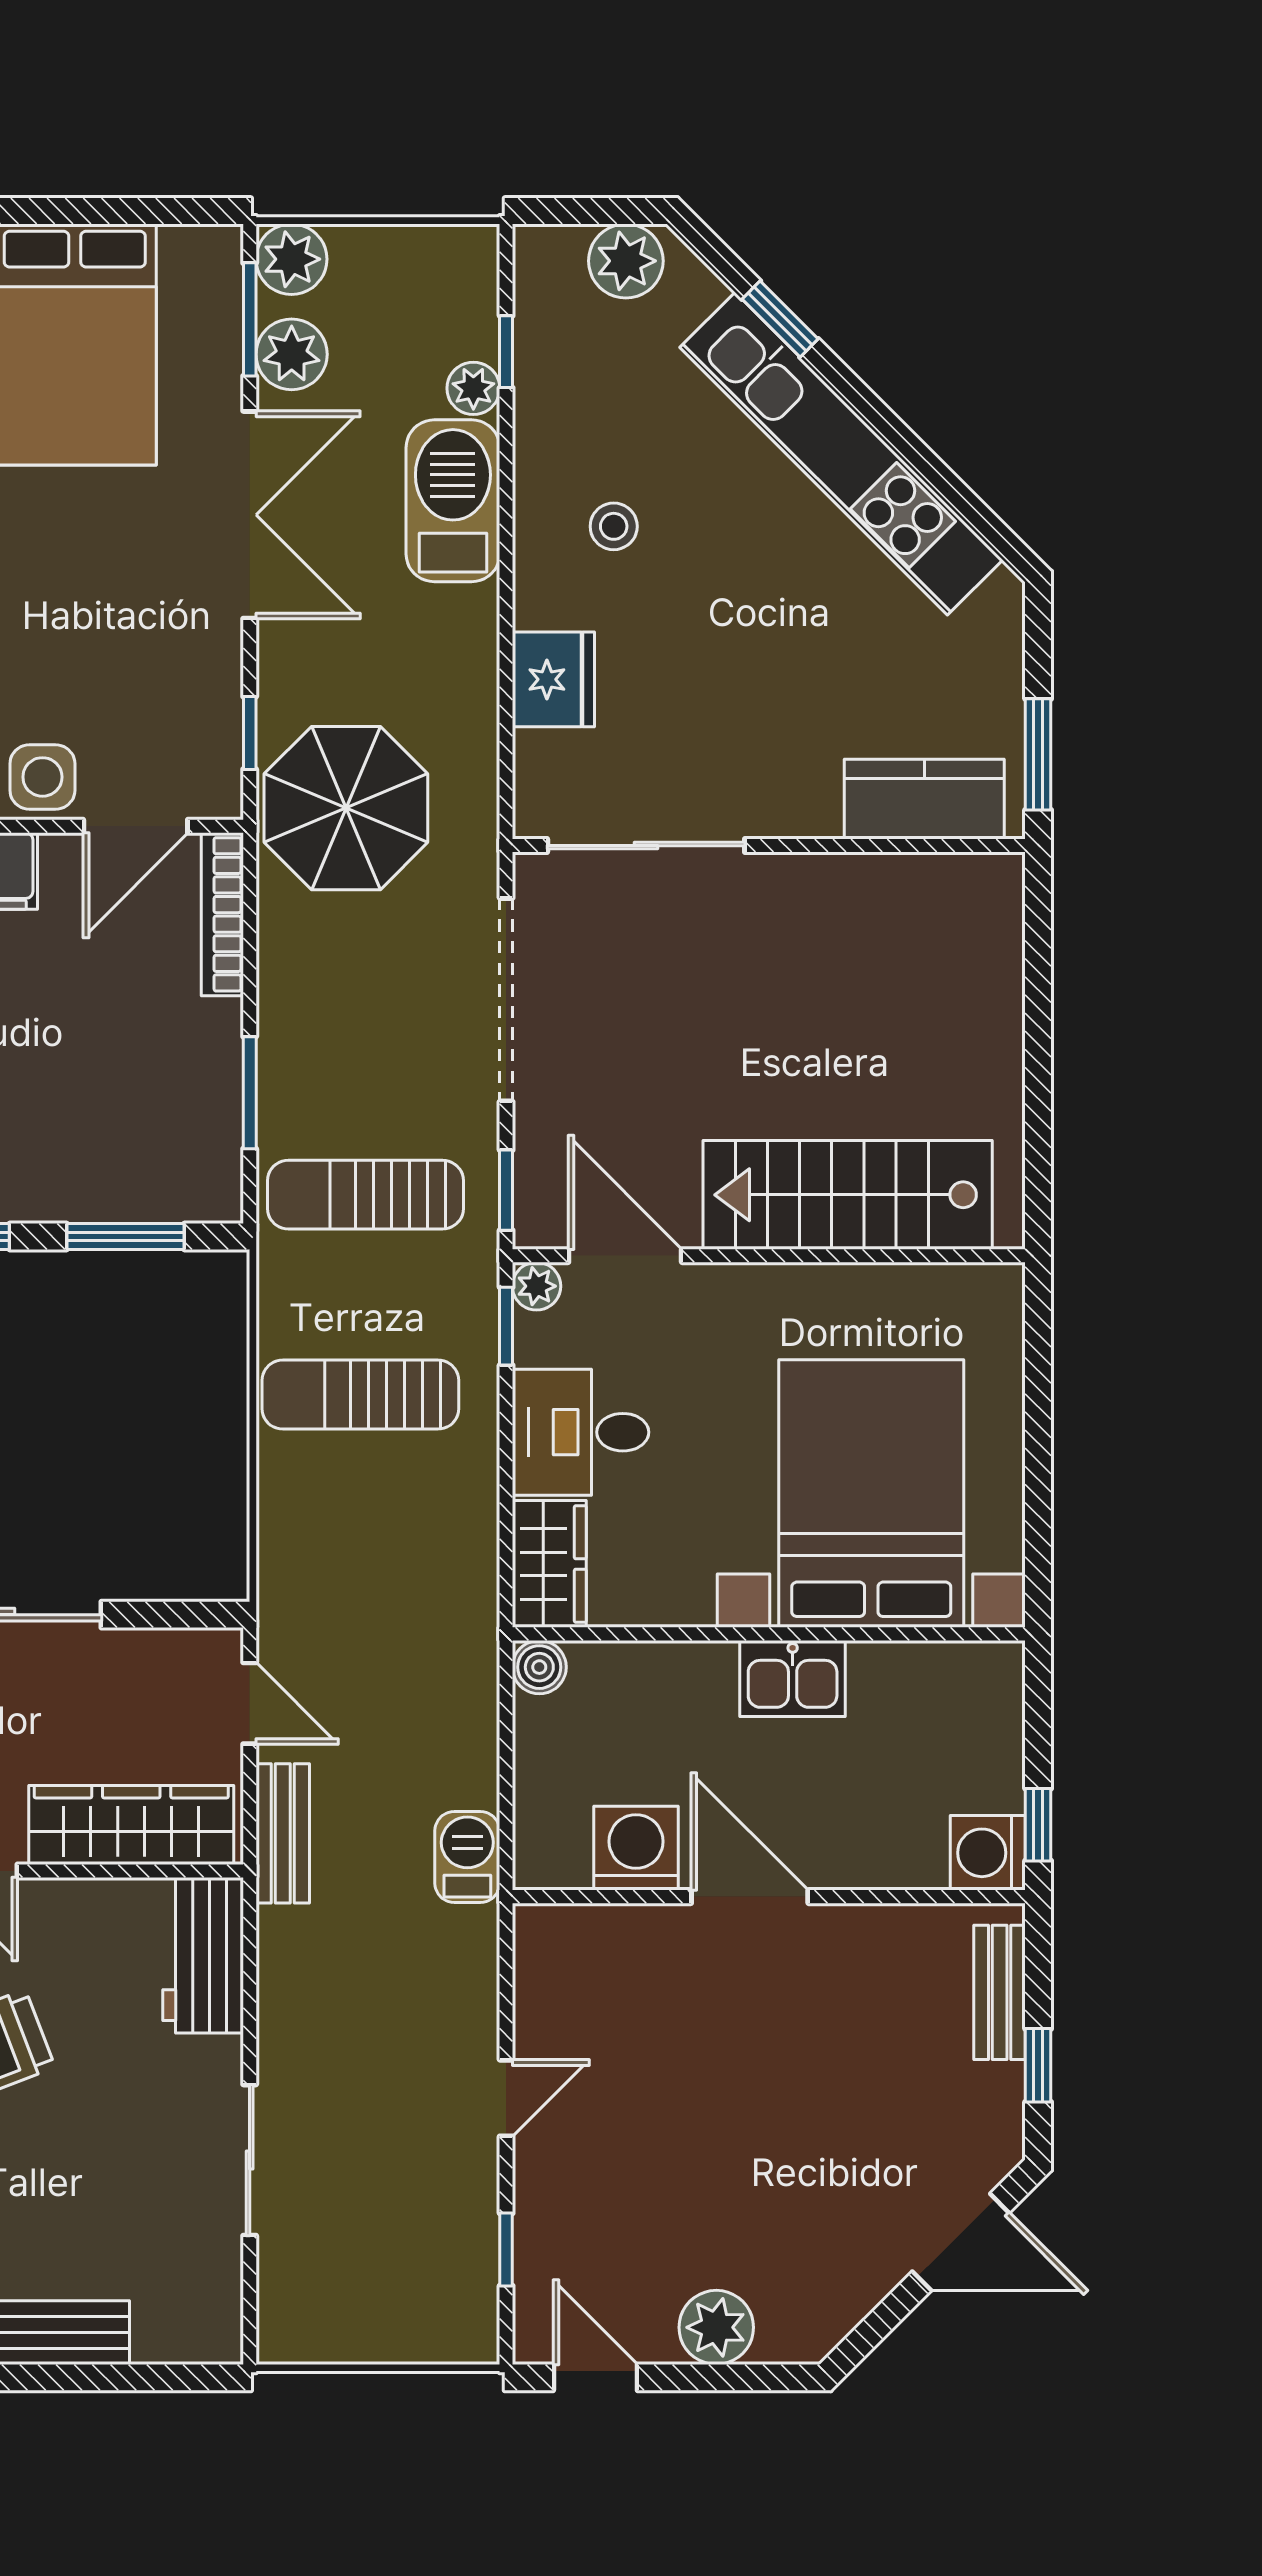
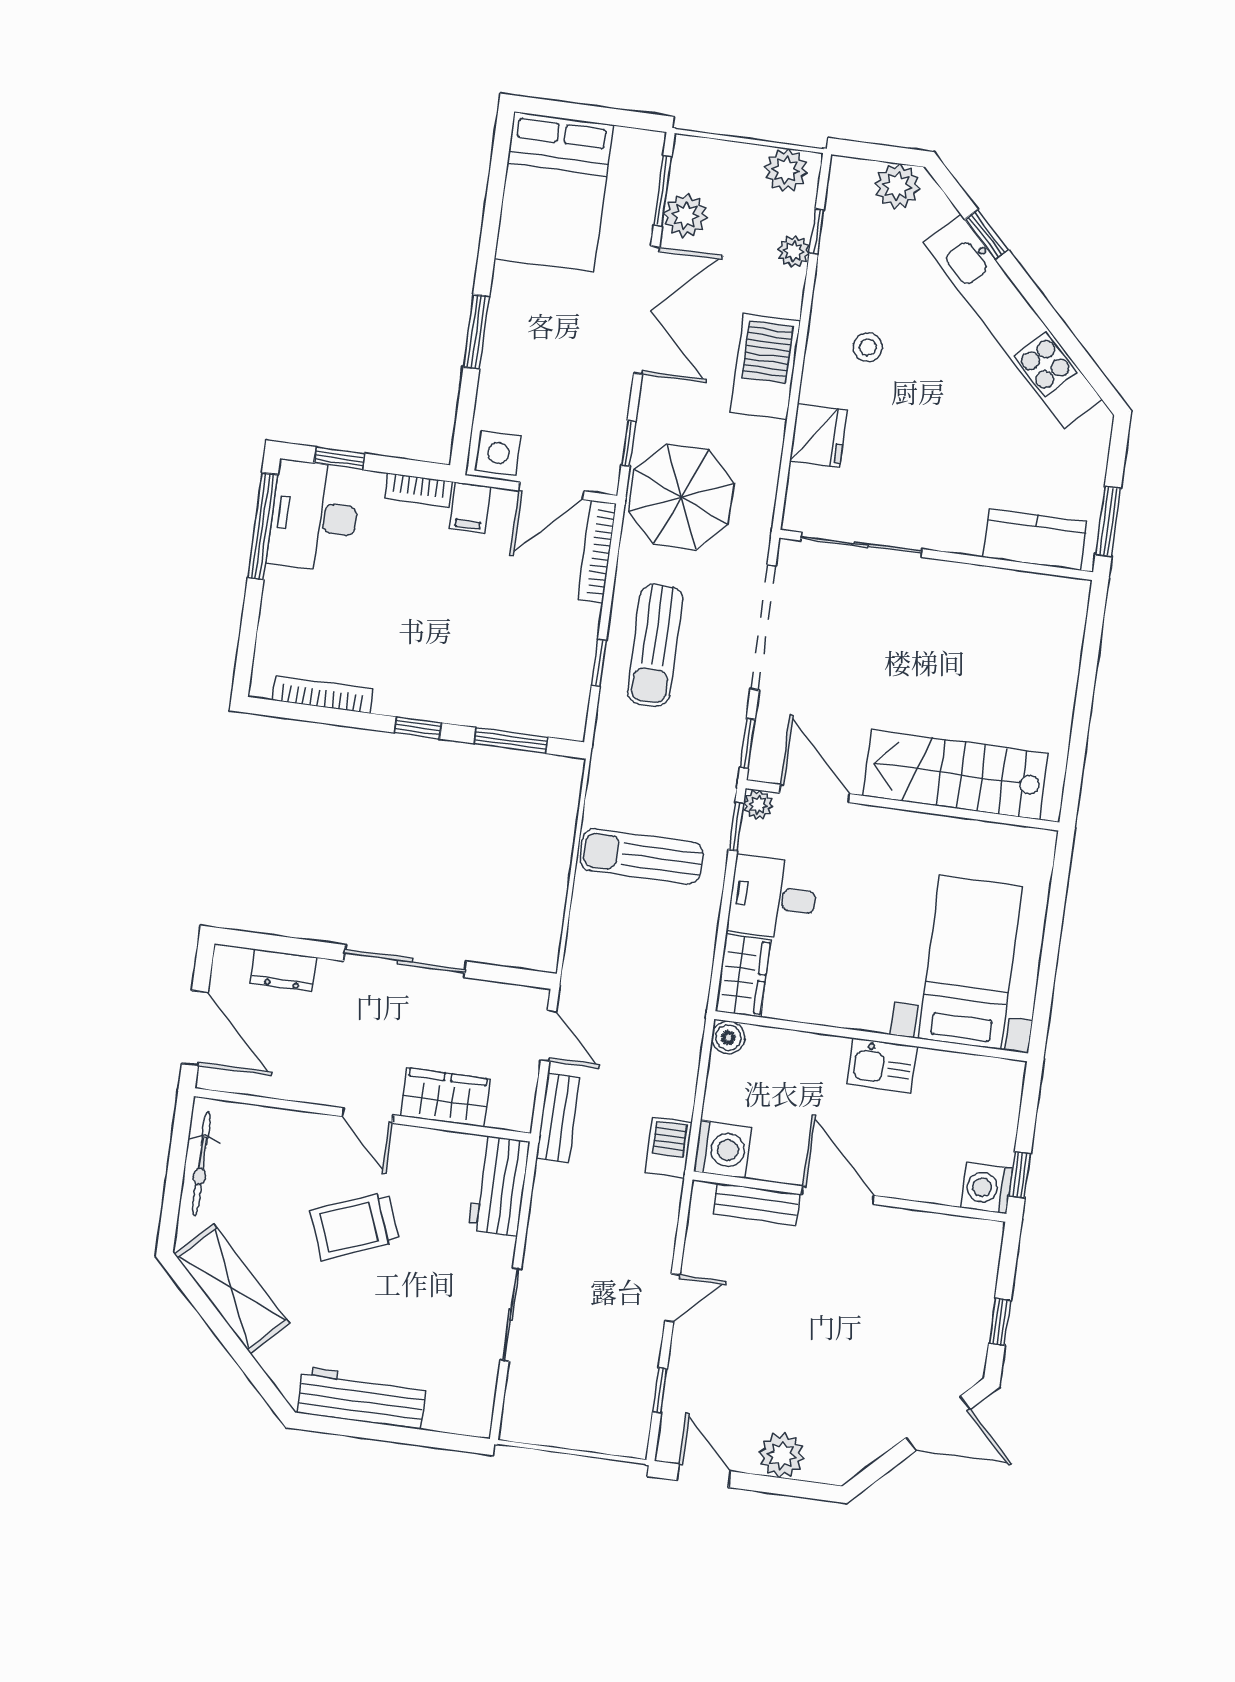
plant: (291, 259) -> (786, 170), moved
barbecue: (453, 501) -> (765, 367), moved
window: (250, 1093) -> (599, 663), width x0.67
sun lounger: (365, 1195) -> (655, 645), moved, turned -90
bed with nightstands: (871, 1494) -> (970, 962), width x0.73
wardrobe: (131, 1825) -> (445, 1097), width x0.67
washing machine: (636, 1848) -> (723, 1149), moved, turned 90
bench: (1000, 1992) -> (756, 1204), moved, turned 90

